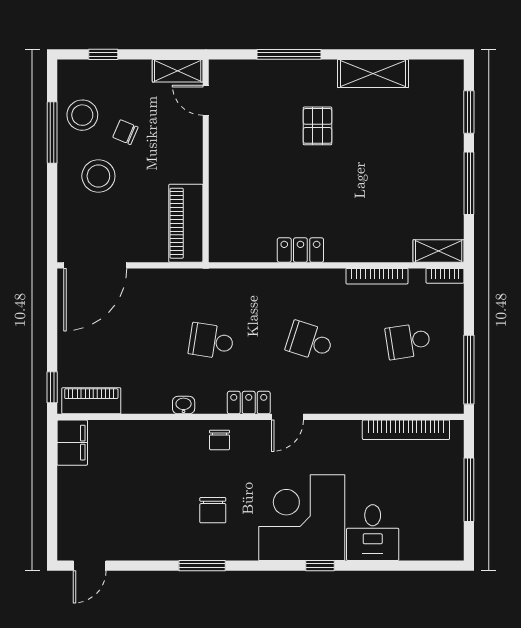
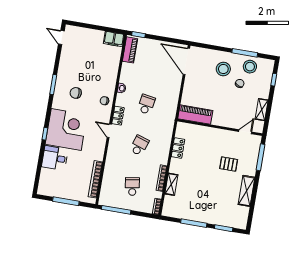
door: (206, 100) -> (245, 132), moved
wall: (206, 161) -> (220, 127), moved
piano: (186, 223) -> (195, 115), moved
shelving: (439, 251) -> (171, 184), moved

